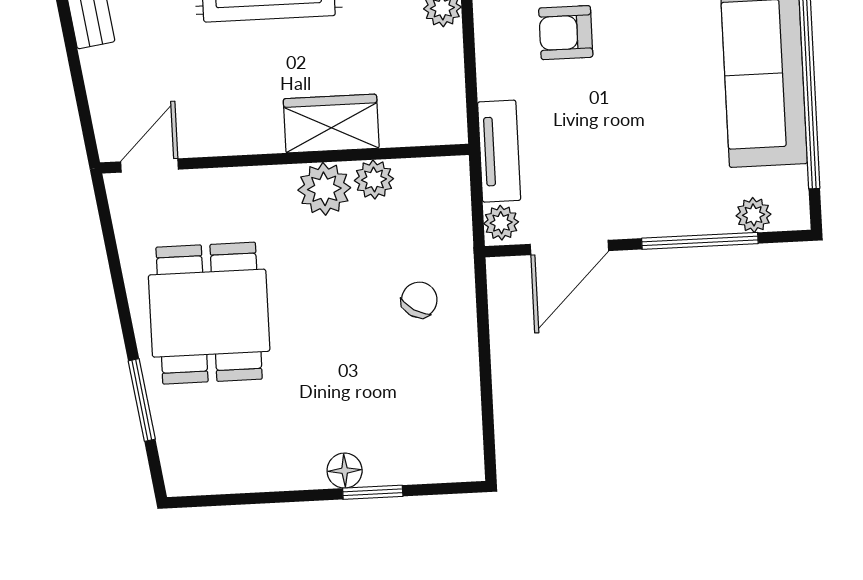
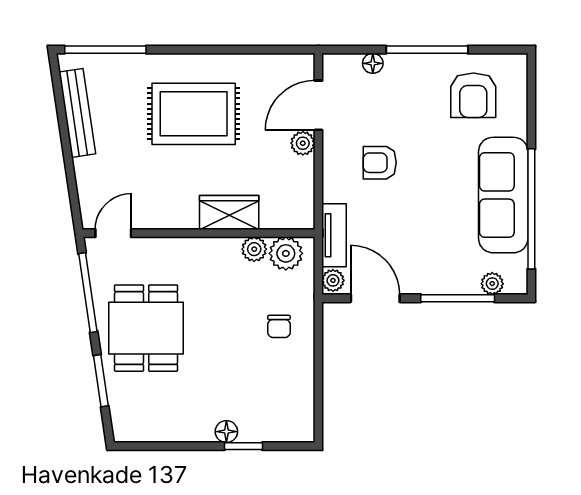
plant: (324, 189) -> (286, 253), moved
door: (569, 248) -> (375, 298), swing flipped
window: (114, 262) -> (88, 293), added
chair: (419, 300) -> (279, 326), turned 148

